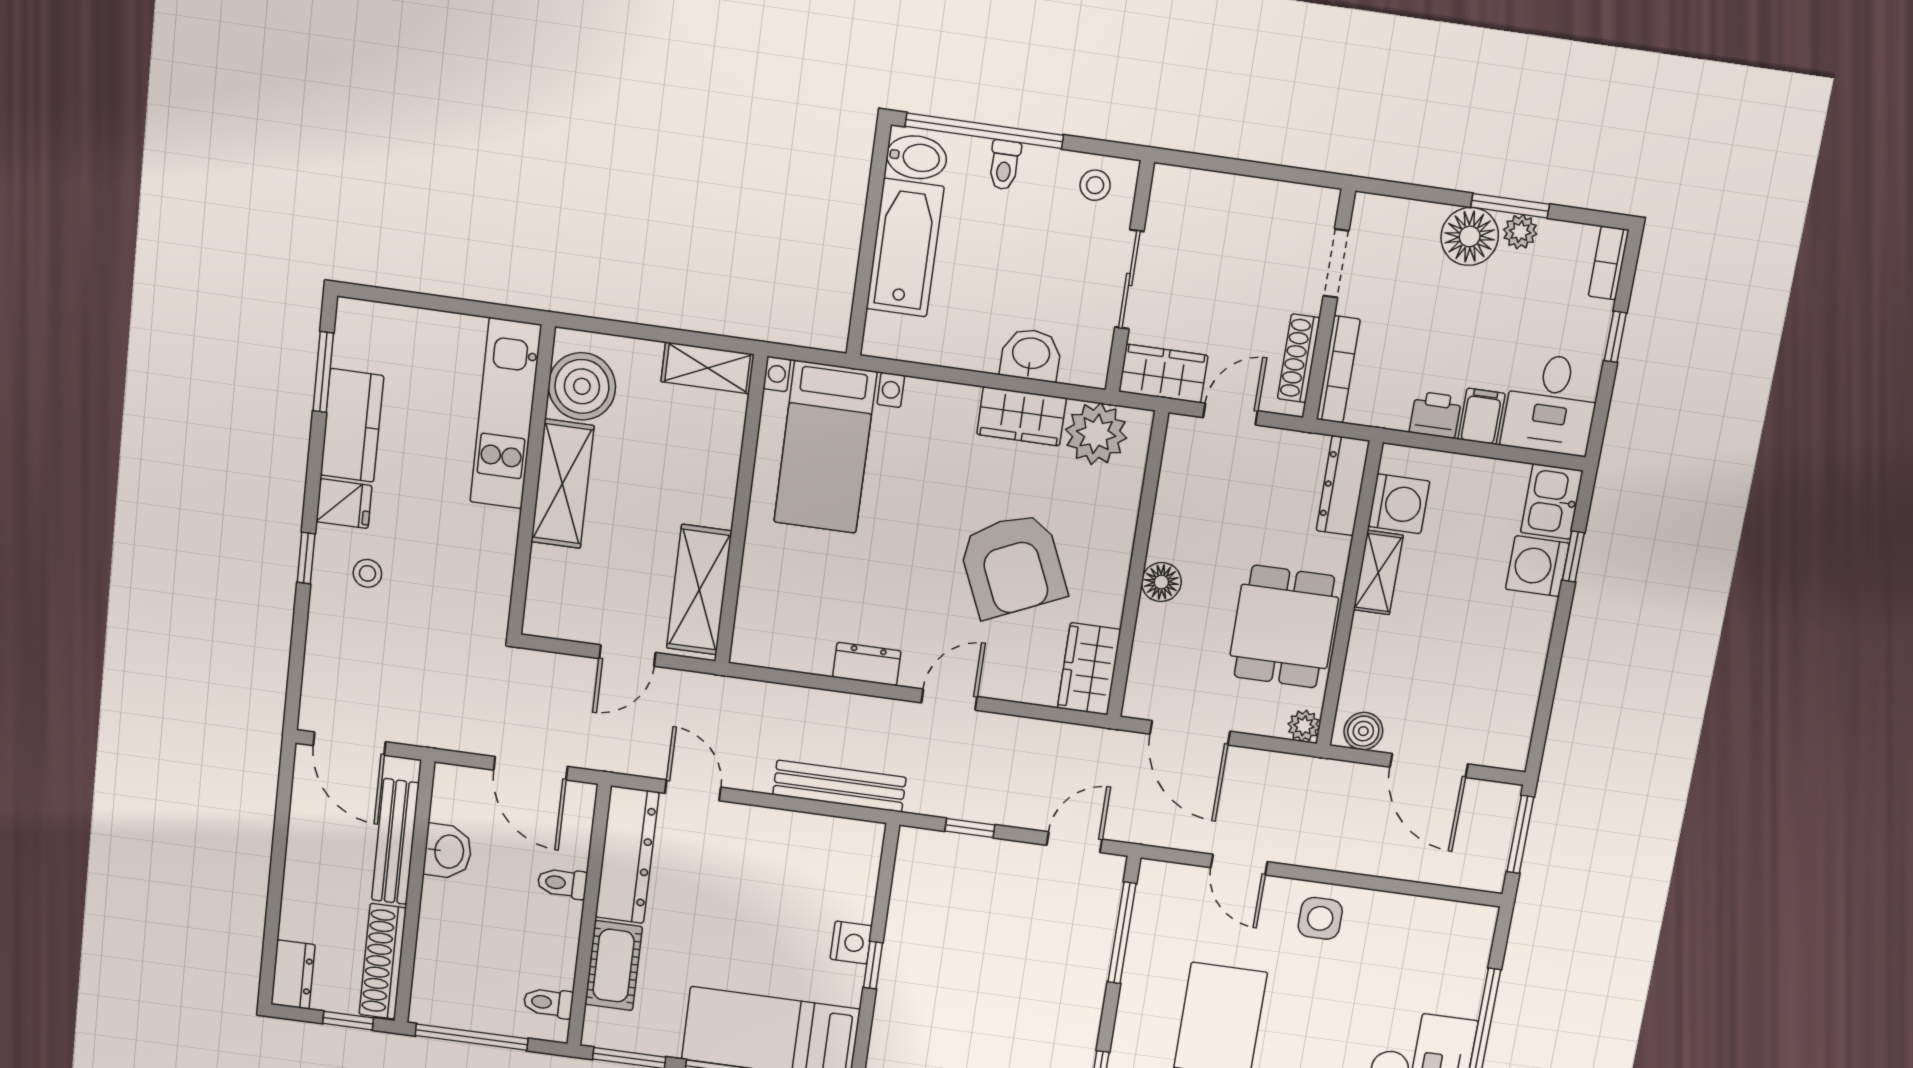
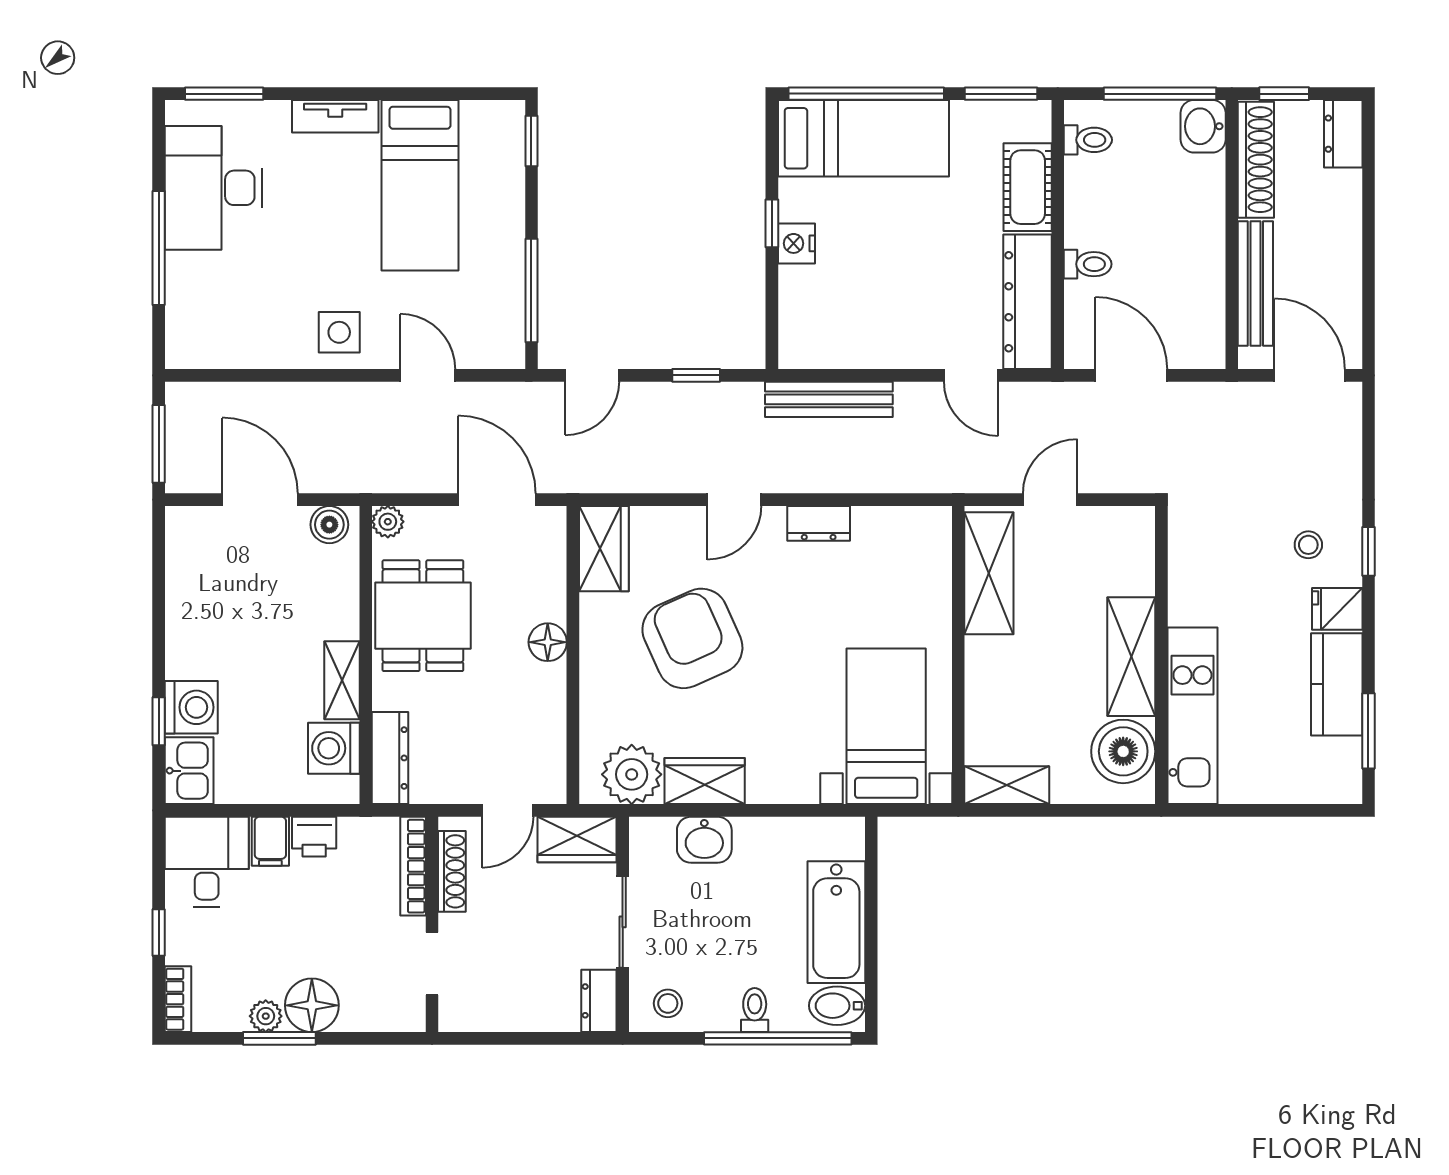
dresser: (1167, 198) -> (599, 1001), added
washbasin: (448, 851) -> (1203, 126), moved

